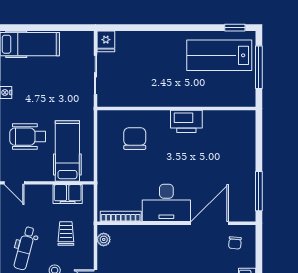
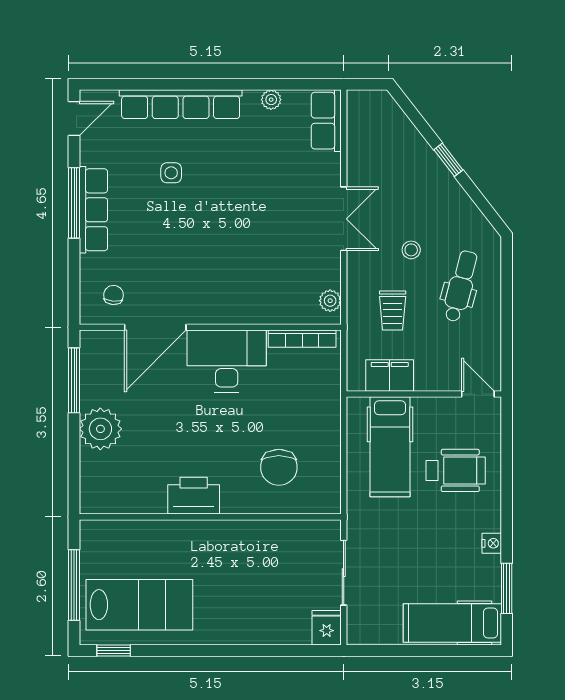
plant: (243, 162) -> (100, 429), added

